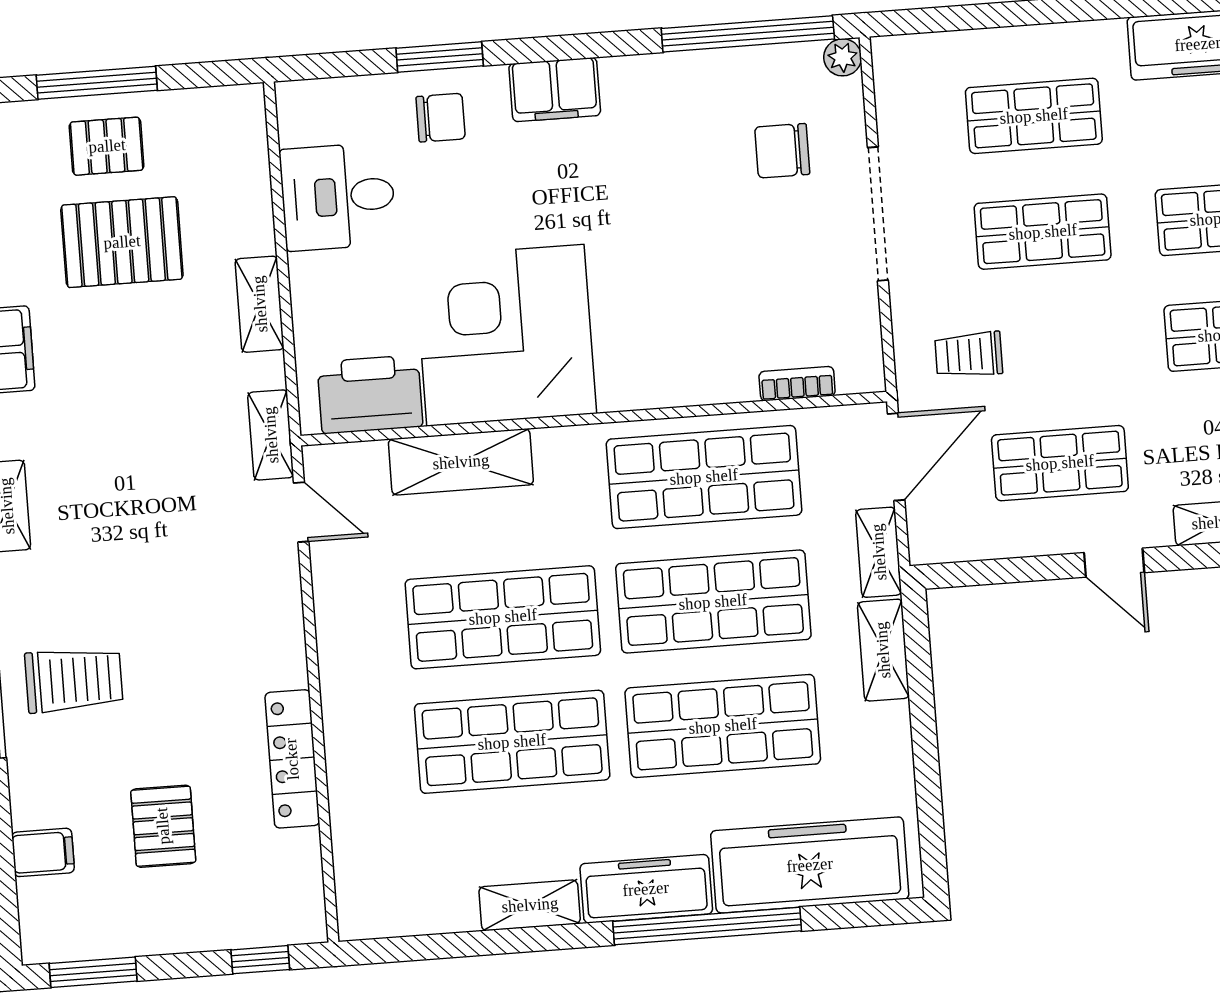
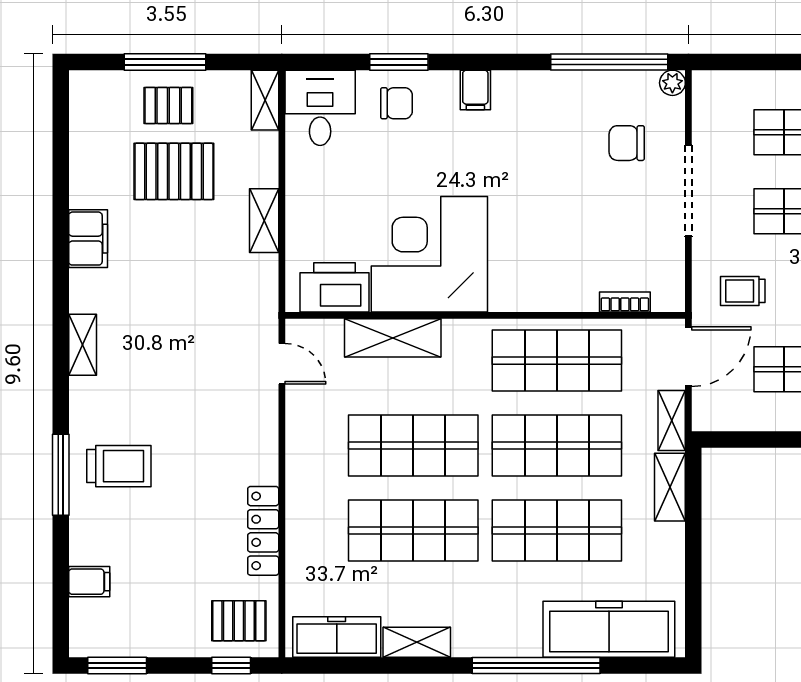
filing cabinet: (555, 90) -> (475, 90), width x0.50
desk: (338, 197) -> (320, 108), moved, turned 90
shelving: (271, 435) -> (265, 100), moved
pallet: (163, 826) -> (239, 621), moved, turned 90
freezer: (646, 889) -> (337, 637), moved

